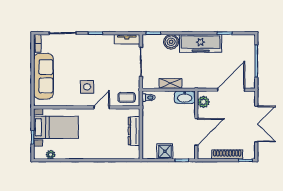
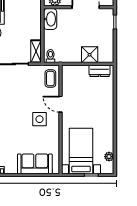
sofa: (43, 76) -> (35, 164), width x0.73
shelving: (171, 83) -> (36, 51), moved
dresser: (134, 131) -> (100, 71), moved, width x0.70
shower: (165, 151) -> (90, 55), moved

